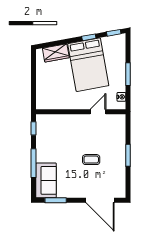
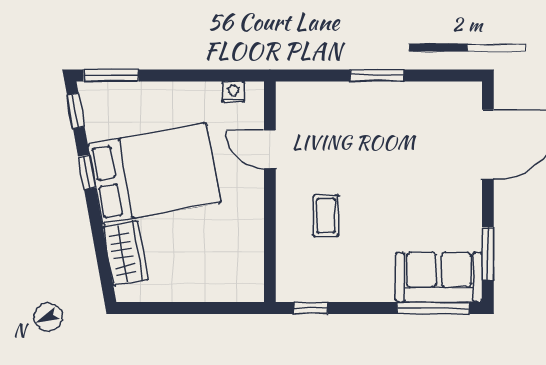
window: (128, 74) -> (111, 75), moved
coffee table: (91, 160) -> (326, 216), moved
window: (34, 163) -> (433, 308), moved

